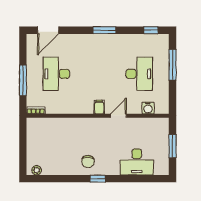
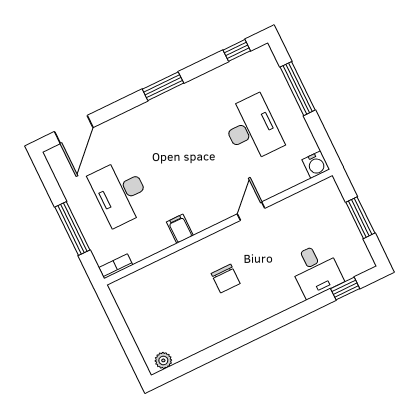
filing cabinet: (99, 107) -> (180, 229), moved
water cooler: (148, 108) -> (316, 165), moved
chair: (88, 161) -> (226, 279), moved
desk: (137, 162) -> (316, 270), width x0.73
window: (98, 179) -> (345, 289), moved

